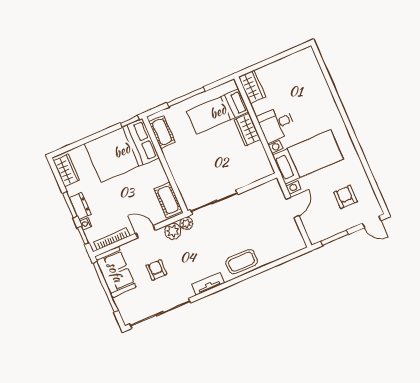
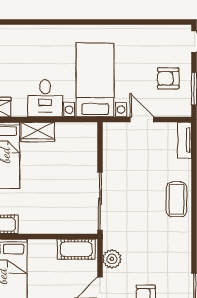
armchair: (345, 197) -> (168, 78), moved
plant: (186, 223) -> (110, 241), removed
tv unit: (208, 284) -> (185, 140), moved

